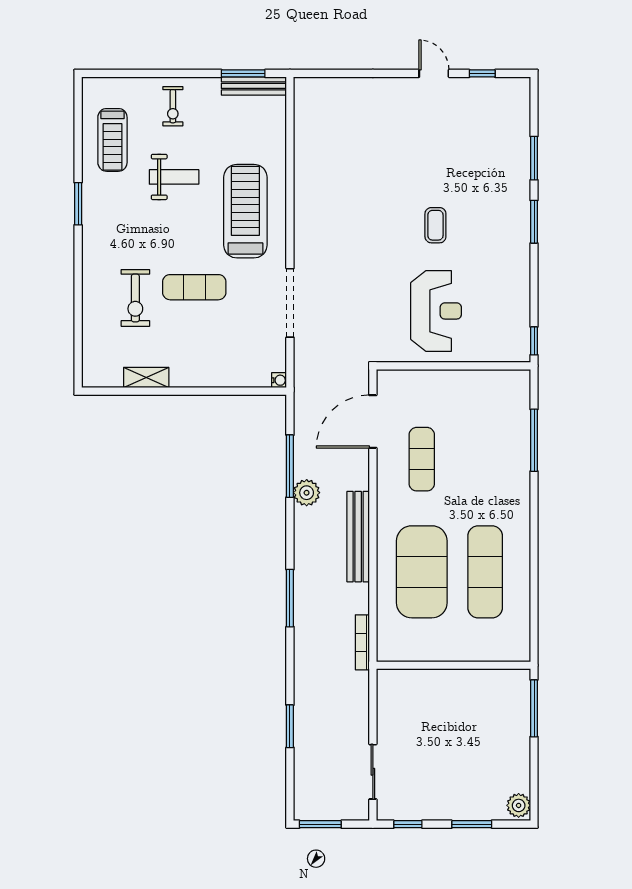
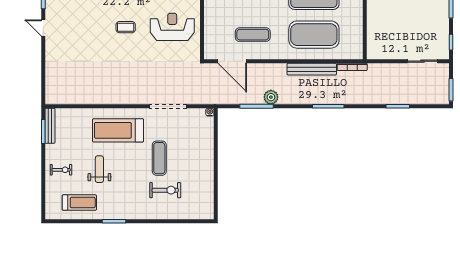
door: (434, 73) -> (43, 28), hinge flipped
shelving: (146, 378) -> (208, 184), removed
bench: (358, 537) -> (312, 69), moved

